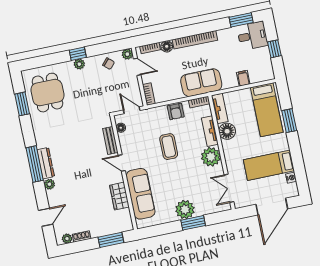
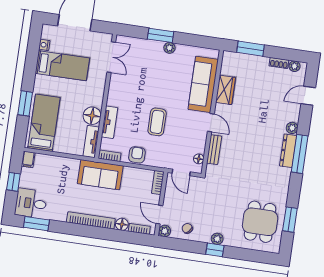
filing cabinet: (243, 78) -> (28, 159), moved
plant: (211, 157) -> (118, 96), removed
plant: (185, 210) -> (169, 48), width x0.53, depth x0.53

